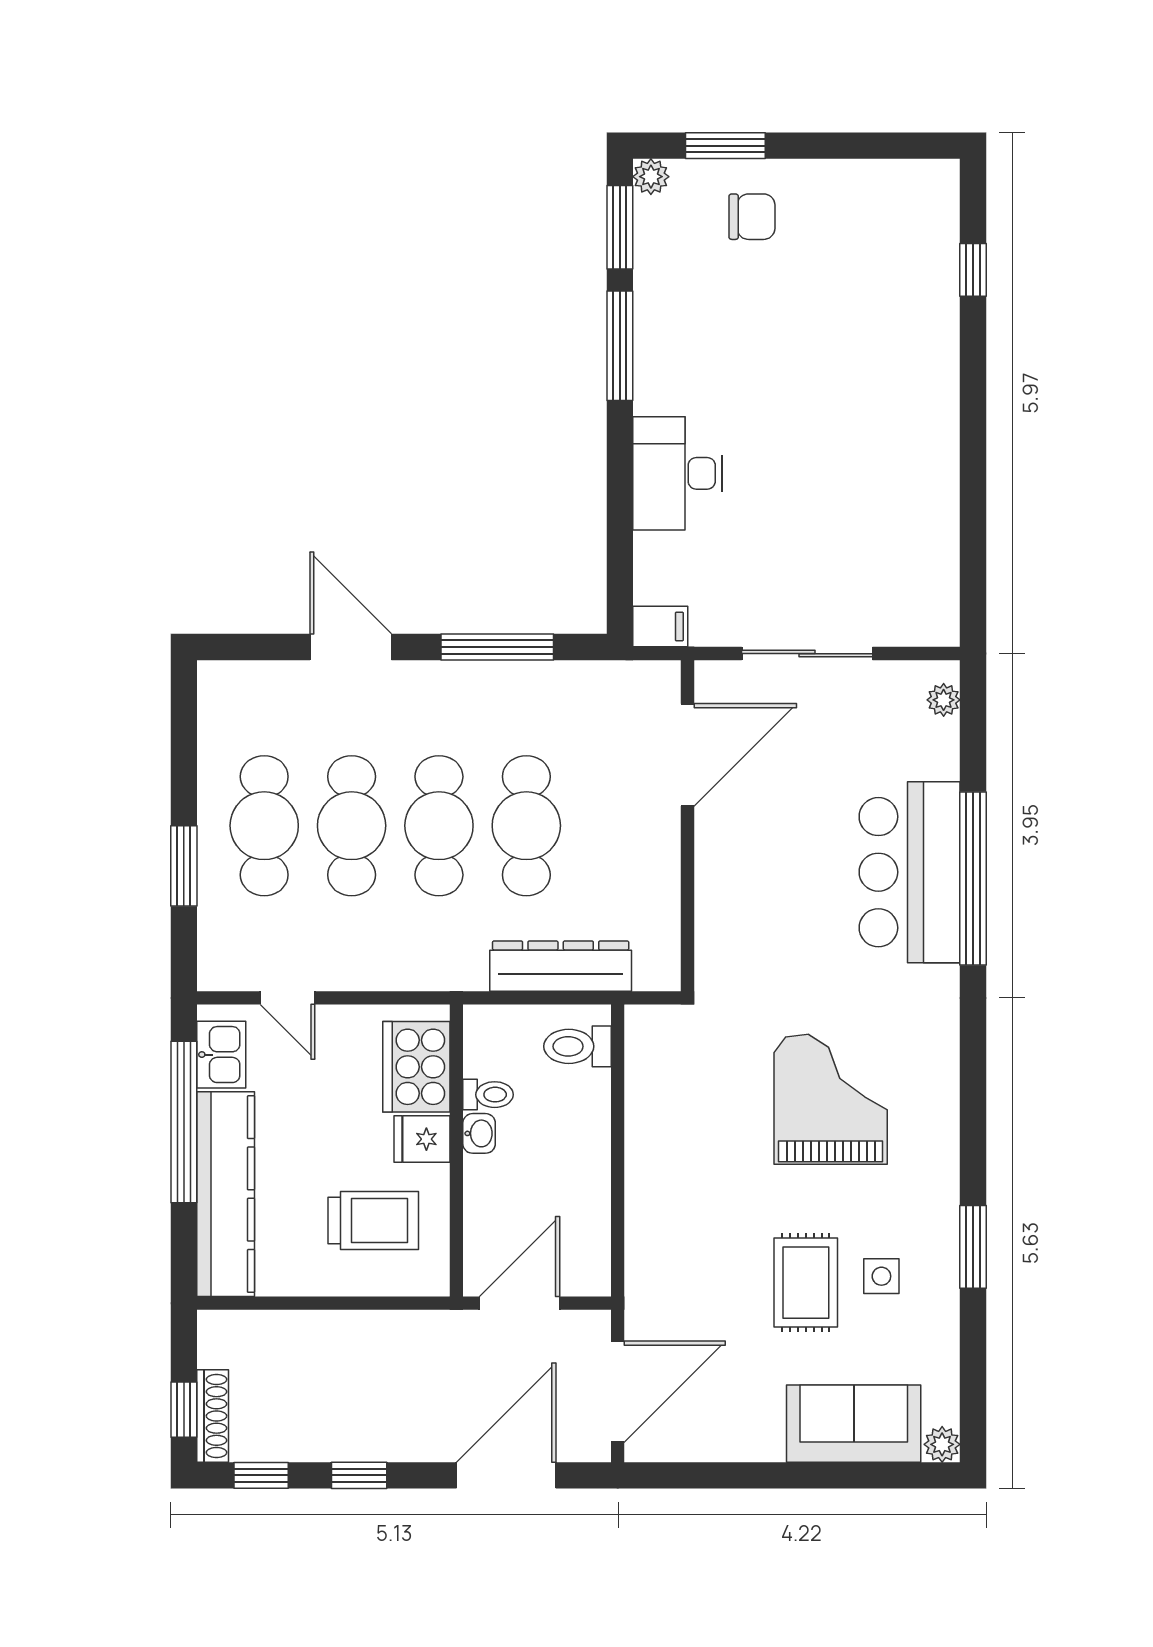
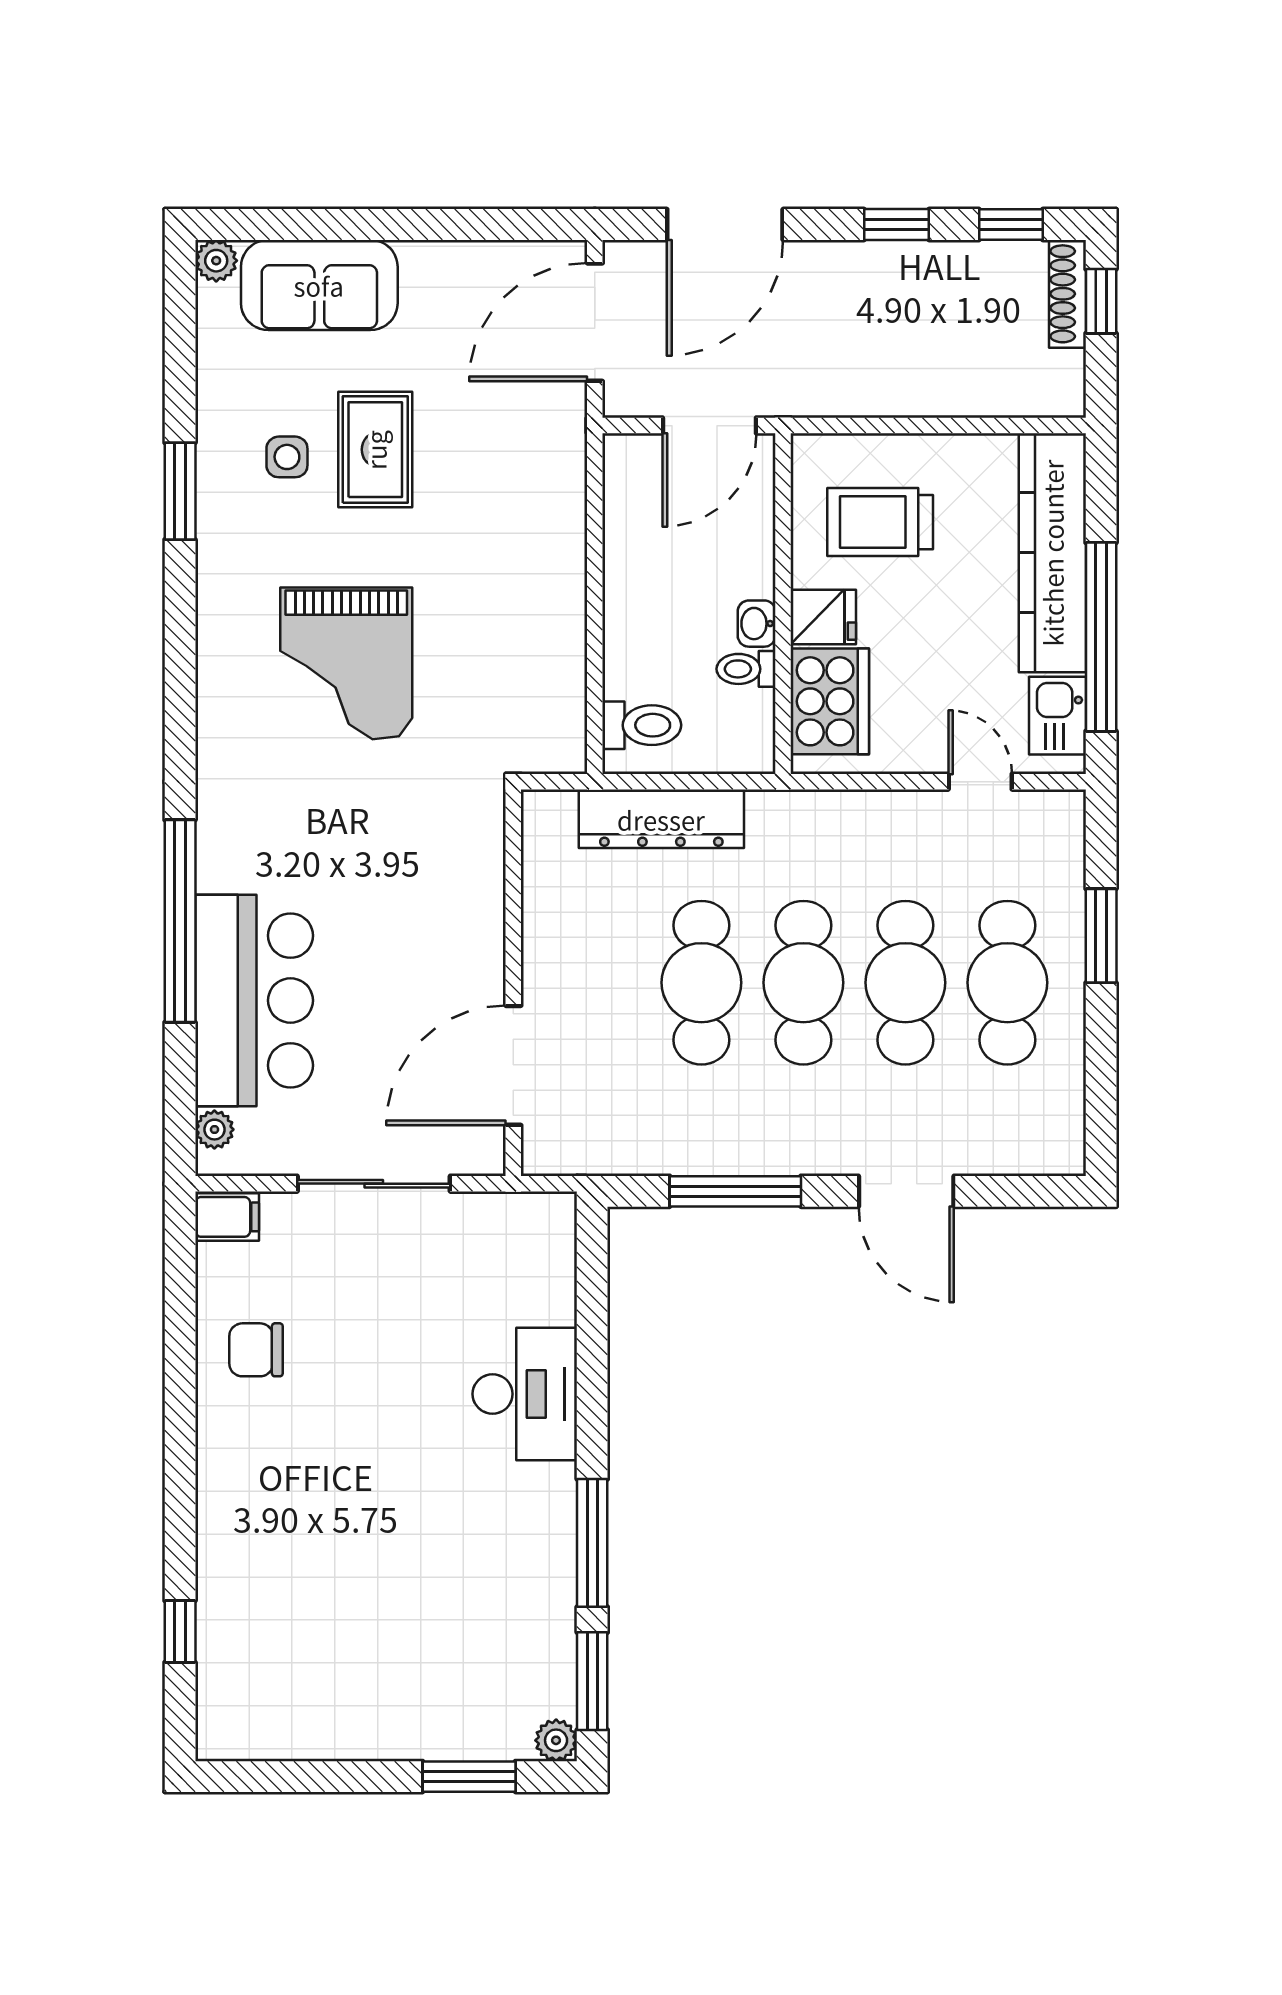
chair: (752, 217) -> (256, 1350), moved
filing cabinet: (660, 627) -> (227, 1217), moved, turned 180
bar counter: (910, 872) -> (254, 1000), moved

